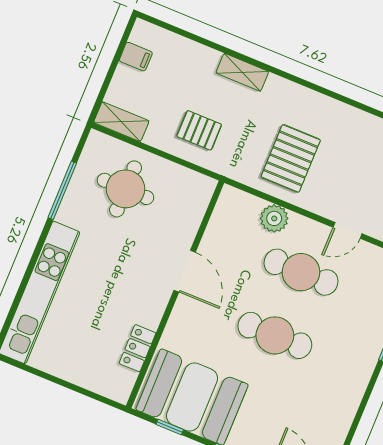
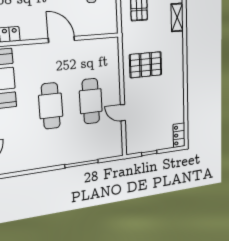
plant: (274, 218) -> (112, 73), removed
door: (185, 271) -> (61, 39), swing flipped

